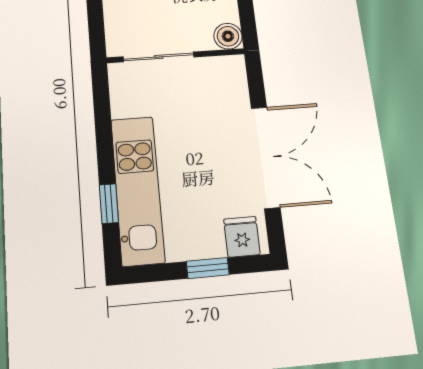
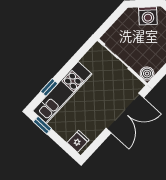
double door: (265, 157) -> (125, 113), moved
window: (208, 268) -> (42, 125), moved

